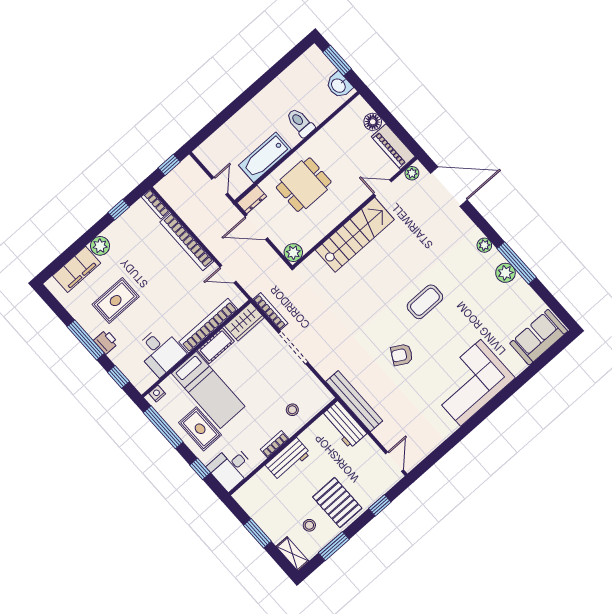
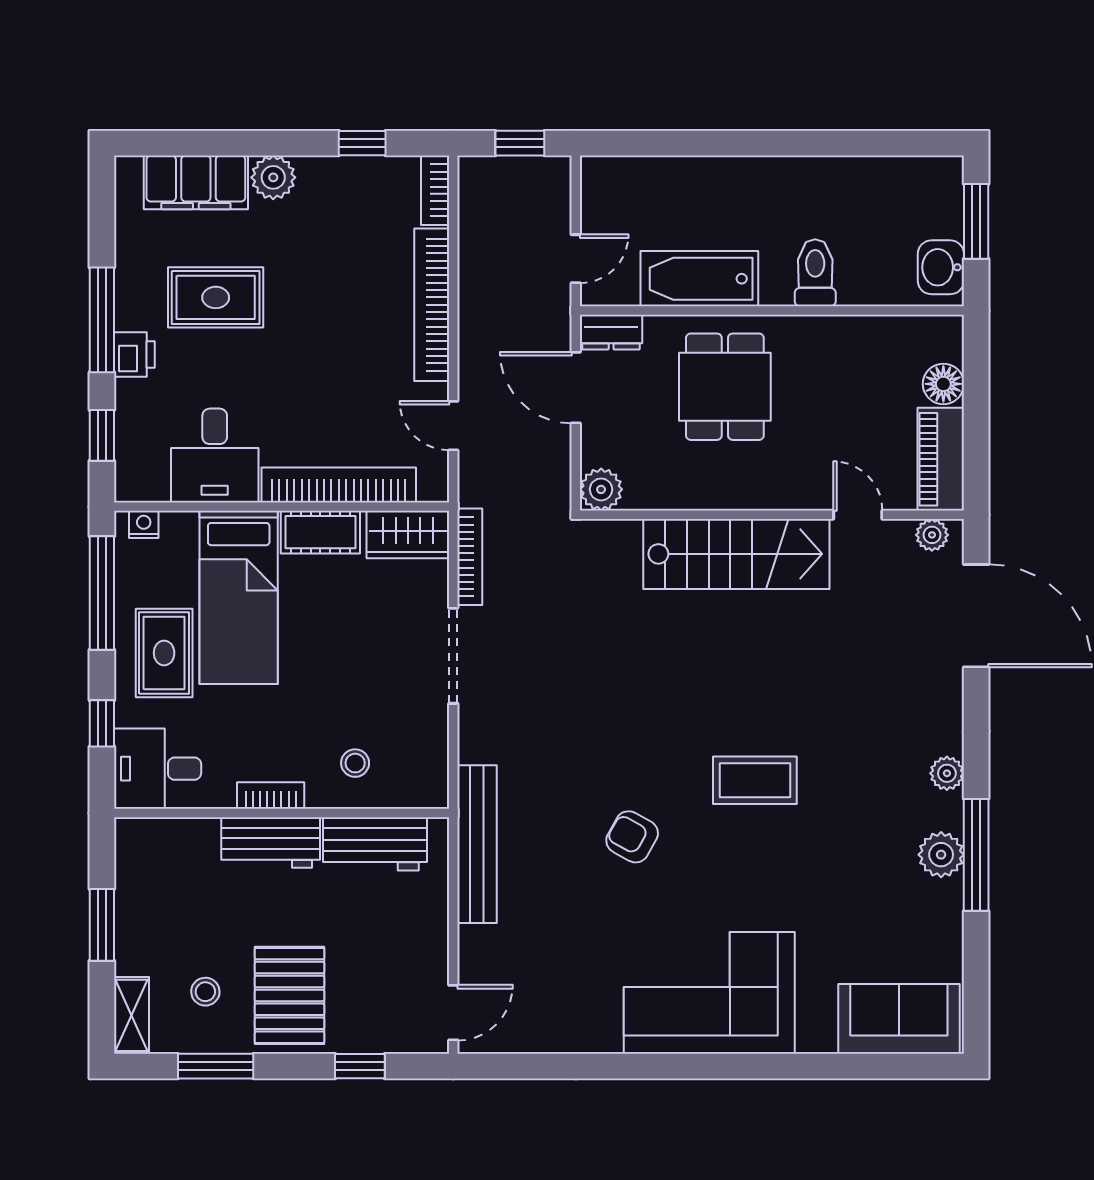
dining table: (304, 185) -> (725, 387), turned 90
workbench: (344, 425) -> (375, 844), moved, turned -90

